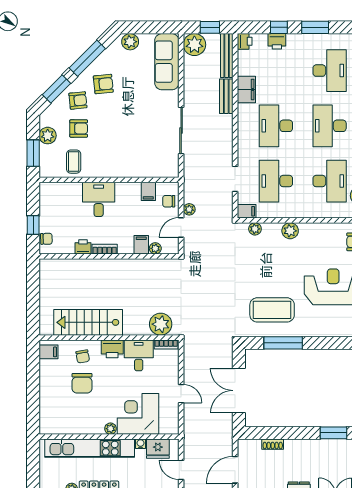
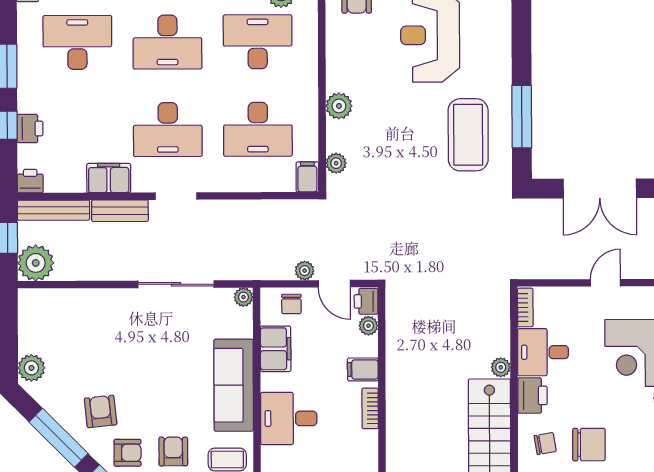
sofa: (167, 62) -> (234, 385), moved, turned 90
armchair: (78, 100) -> (128, 453), turned 96
plant: (173, 172) -> (243, 297), added
doorway: (235, 179) -> (176, 196), moved
filing cabinet: (148, 191) -> (276, 349), width x2.00
filing cabinet: (141, 245) -> (363, 369), moved
printer: (83, 247) -> (366, 301), moved
plant: (161, 324) -> (501, 367), moved, width x0.53, depth x0.53

